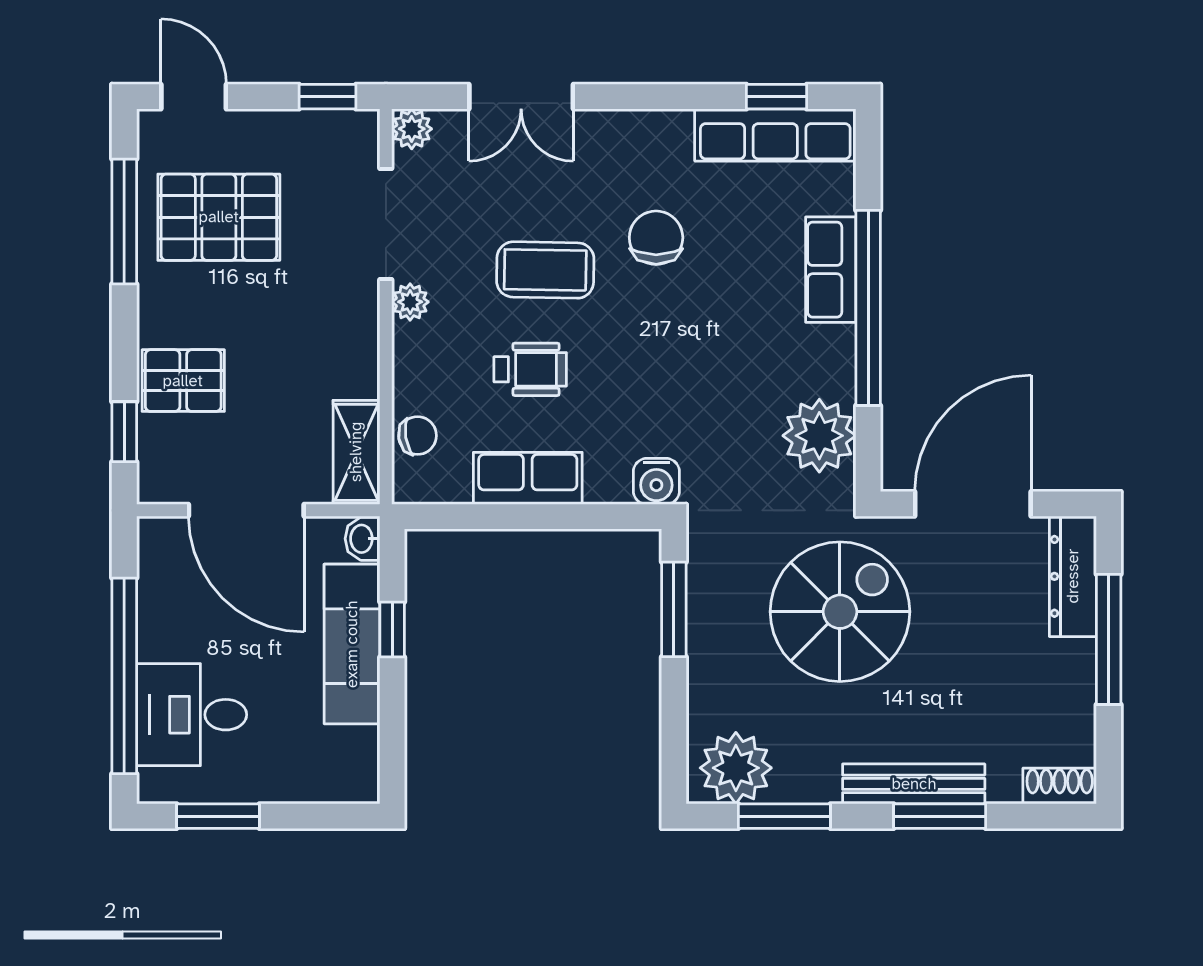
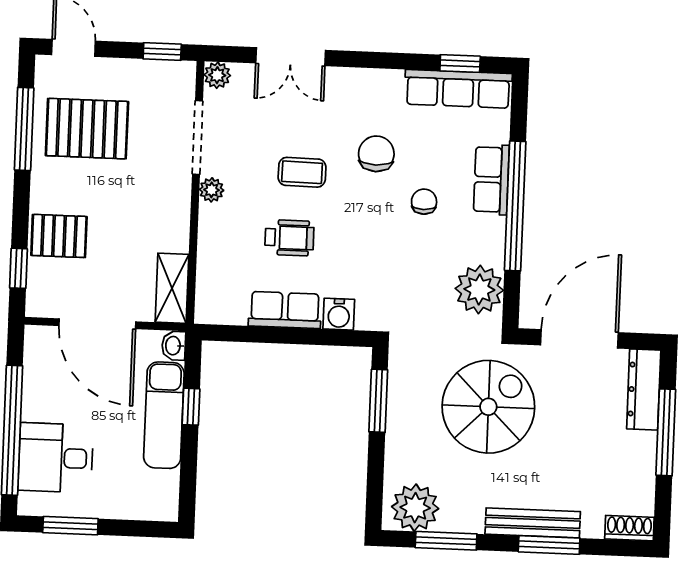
coffee table: (545, 270) -> (302, 172), width x0.73, depth x0.77
chair: (417, 436) -> (424, 202), moved, turned -81
water cooler: (656, 481) -> (339, 314), moved

